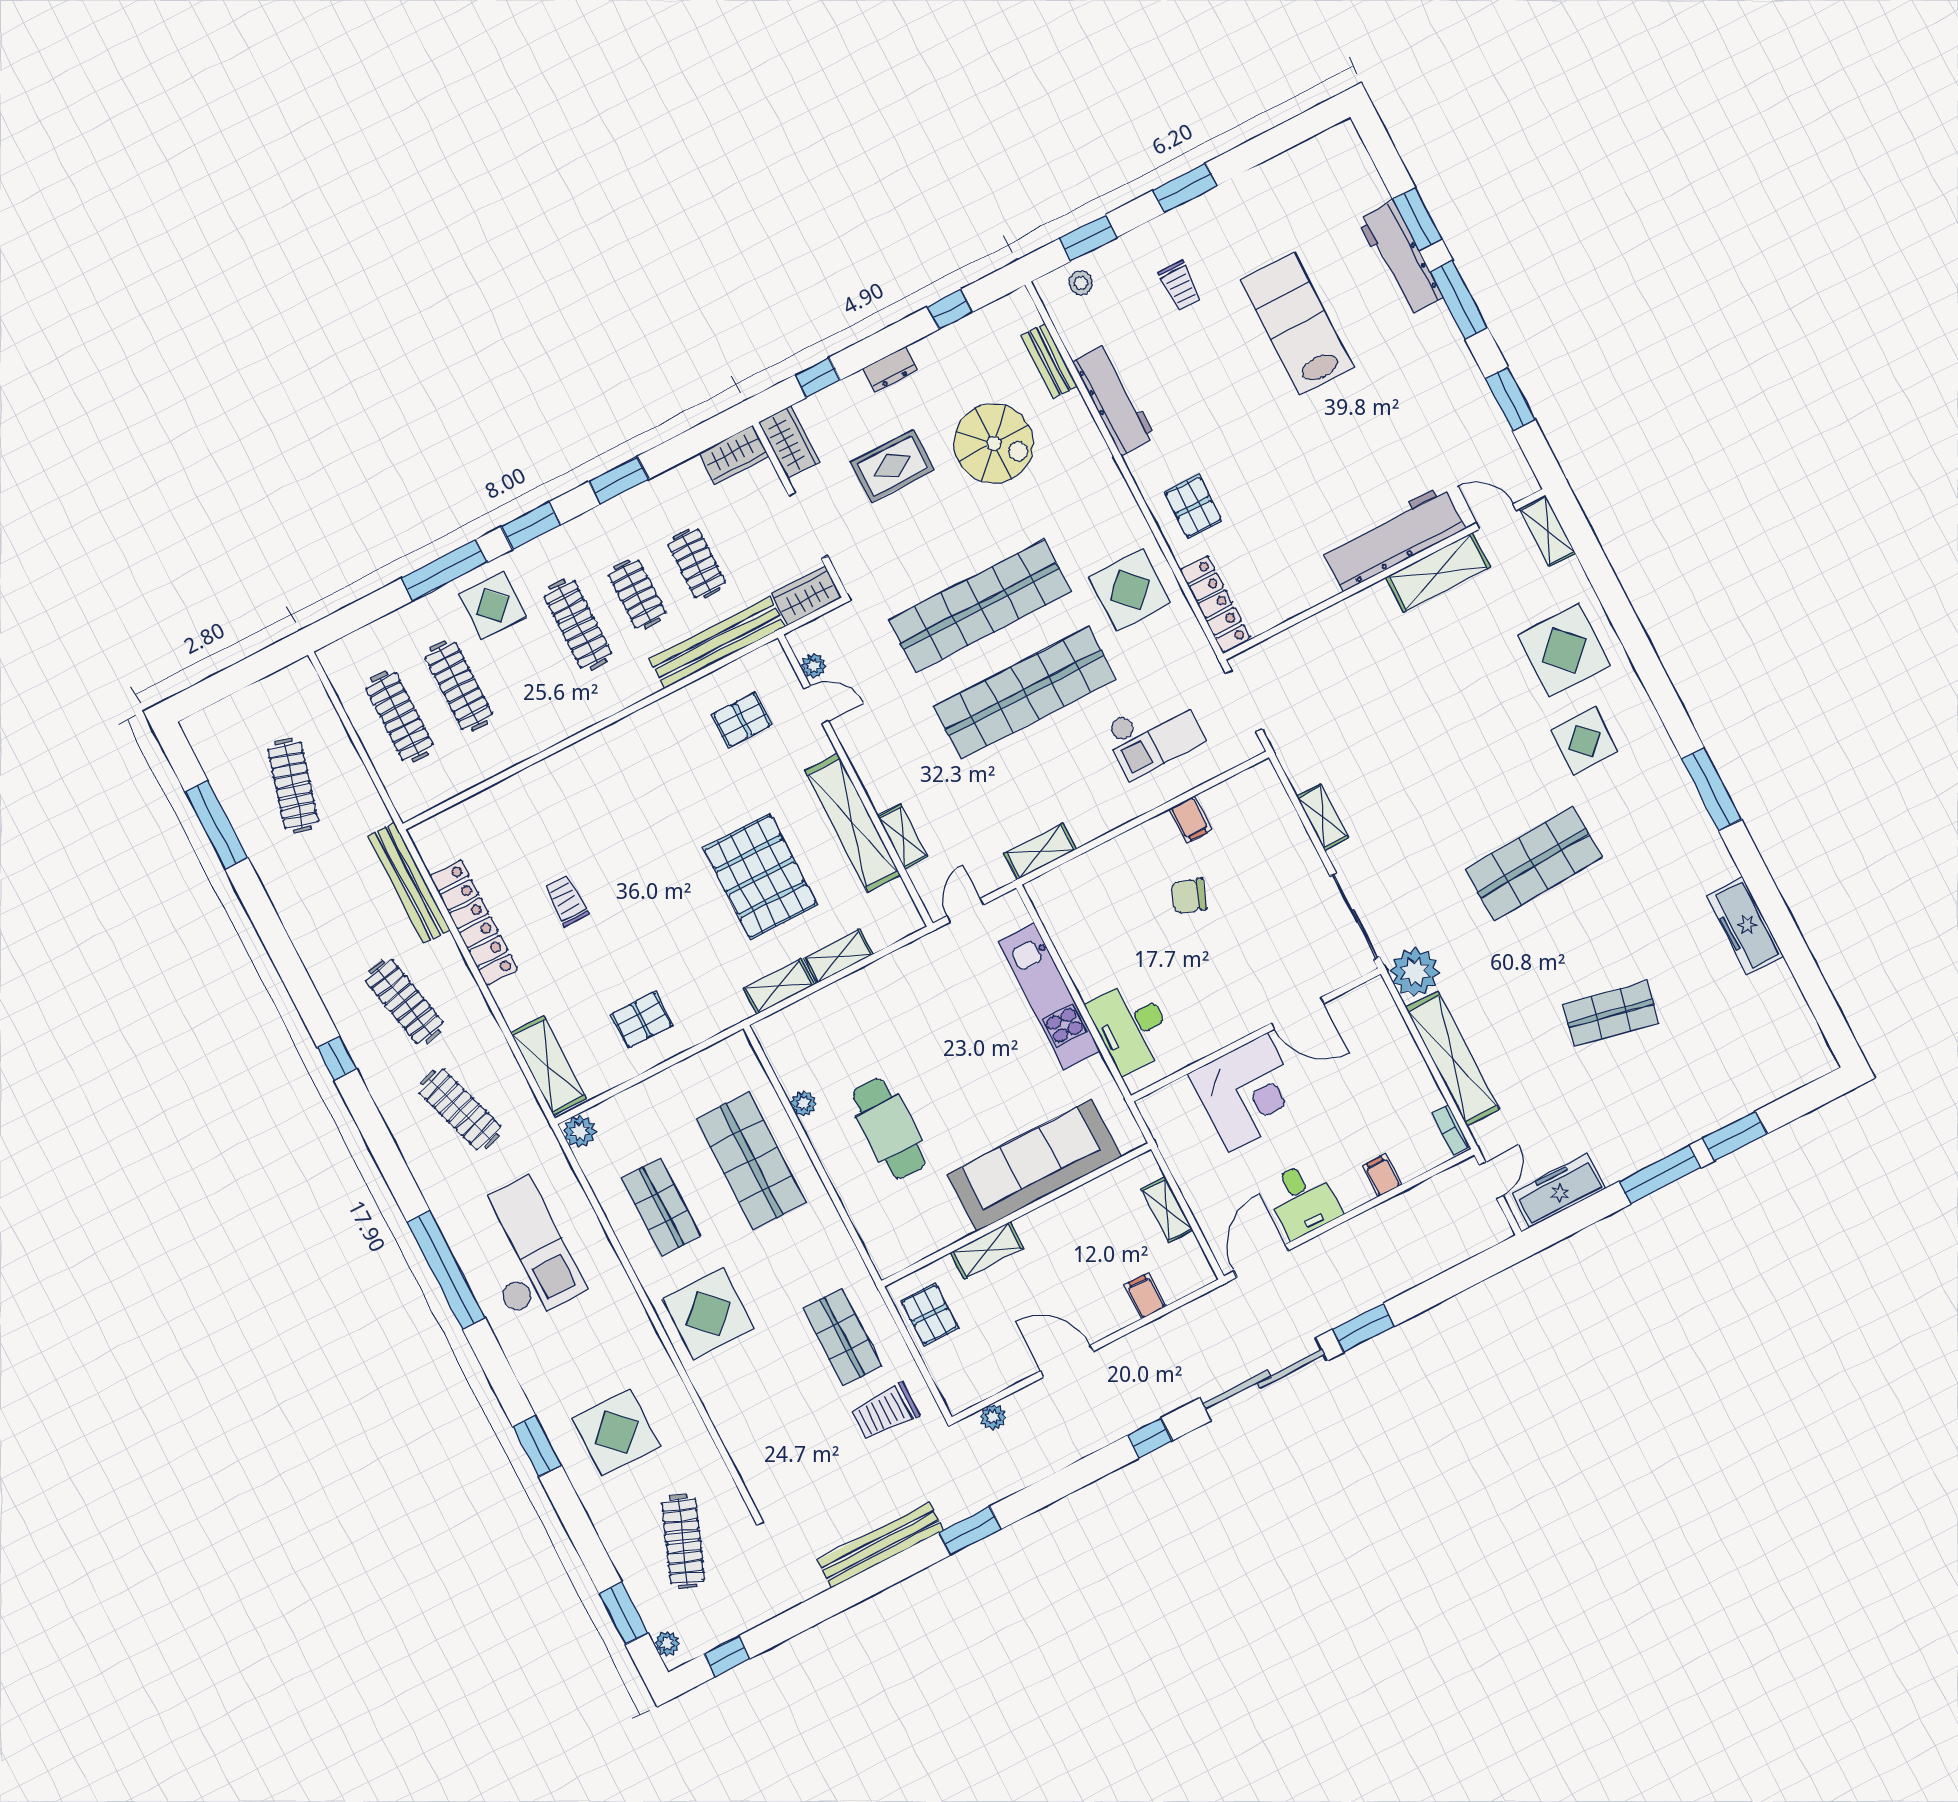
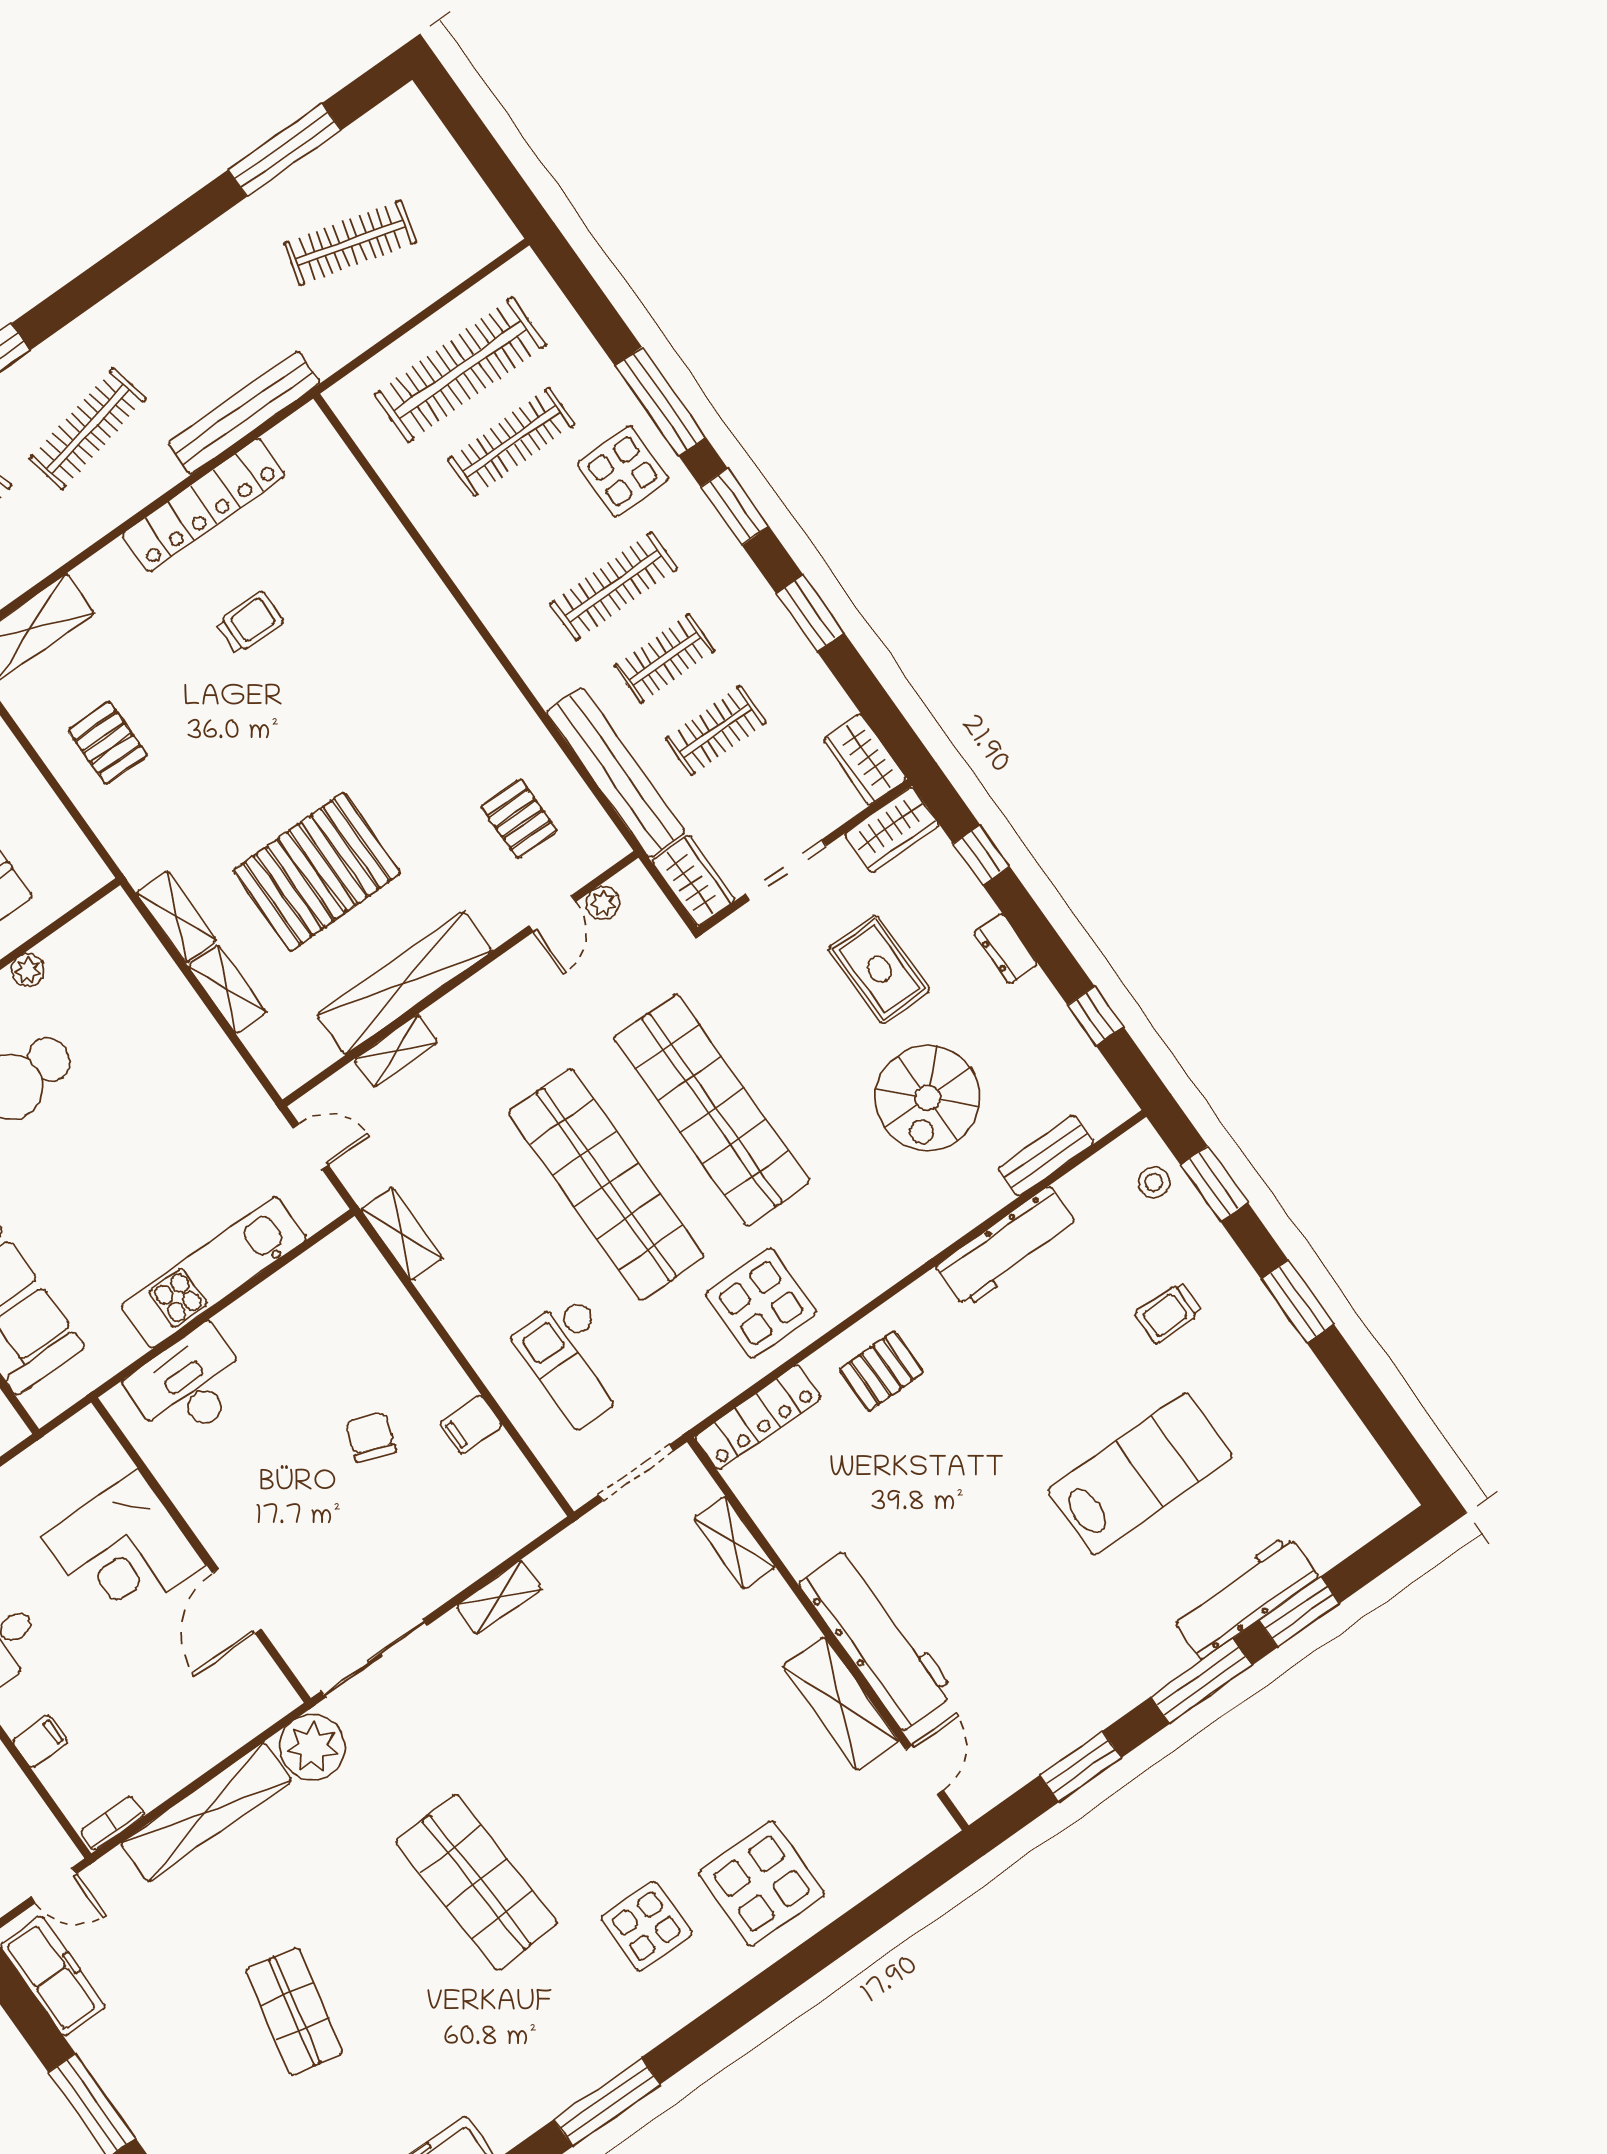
shelving: (1547, 531) -> (734, 1543), moved, turned 90
clothes rail: (399, 717) -> (460, 370), width x1.37, depth x1.31

